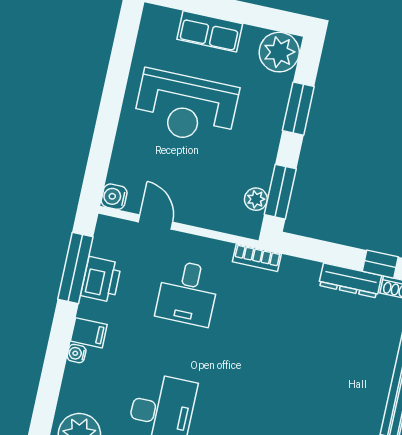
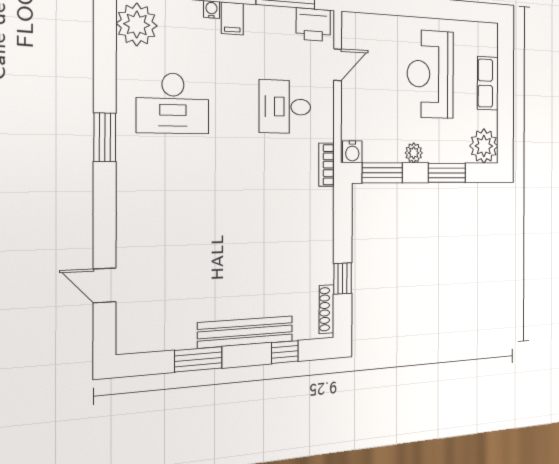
water cooler: (114, 197) -> (352, 152), moved, turned 180
plant: (256, 199) -> (414, 153), moved
printer: (101, 279) -> (313, 25), moved
dresser: (350, 280) -> (324, 255), removed

